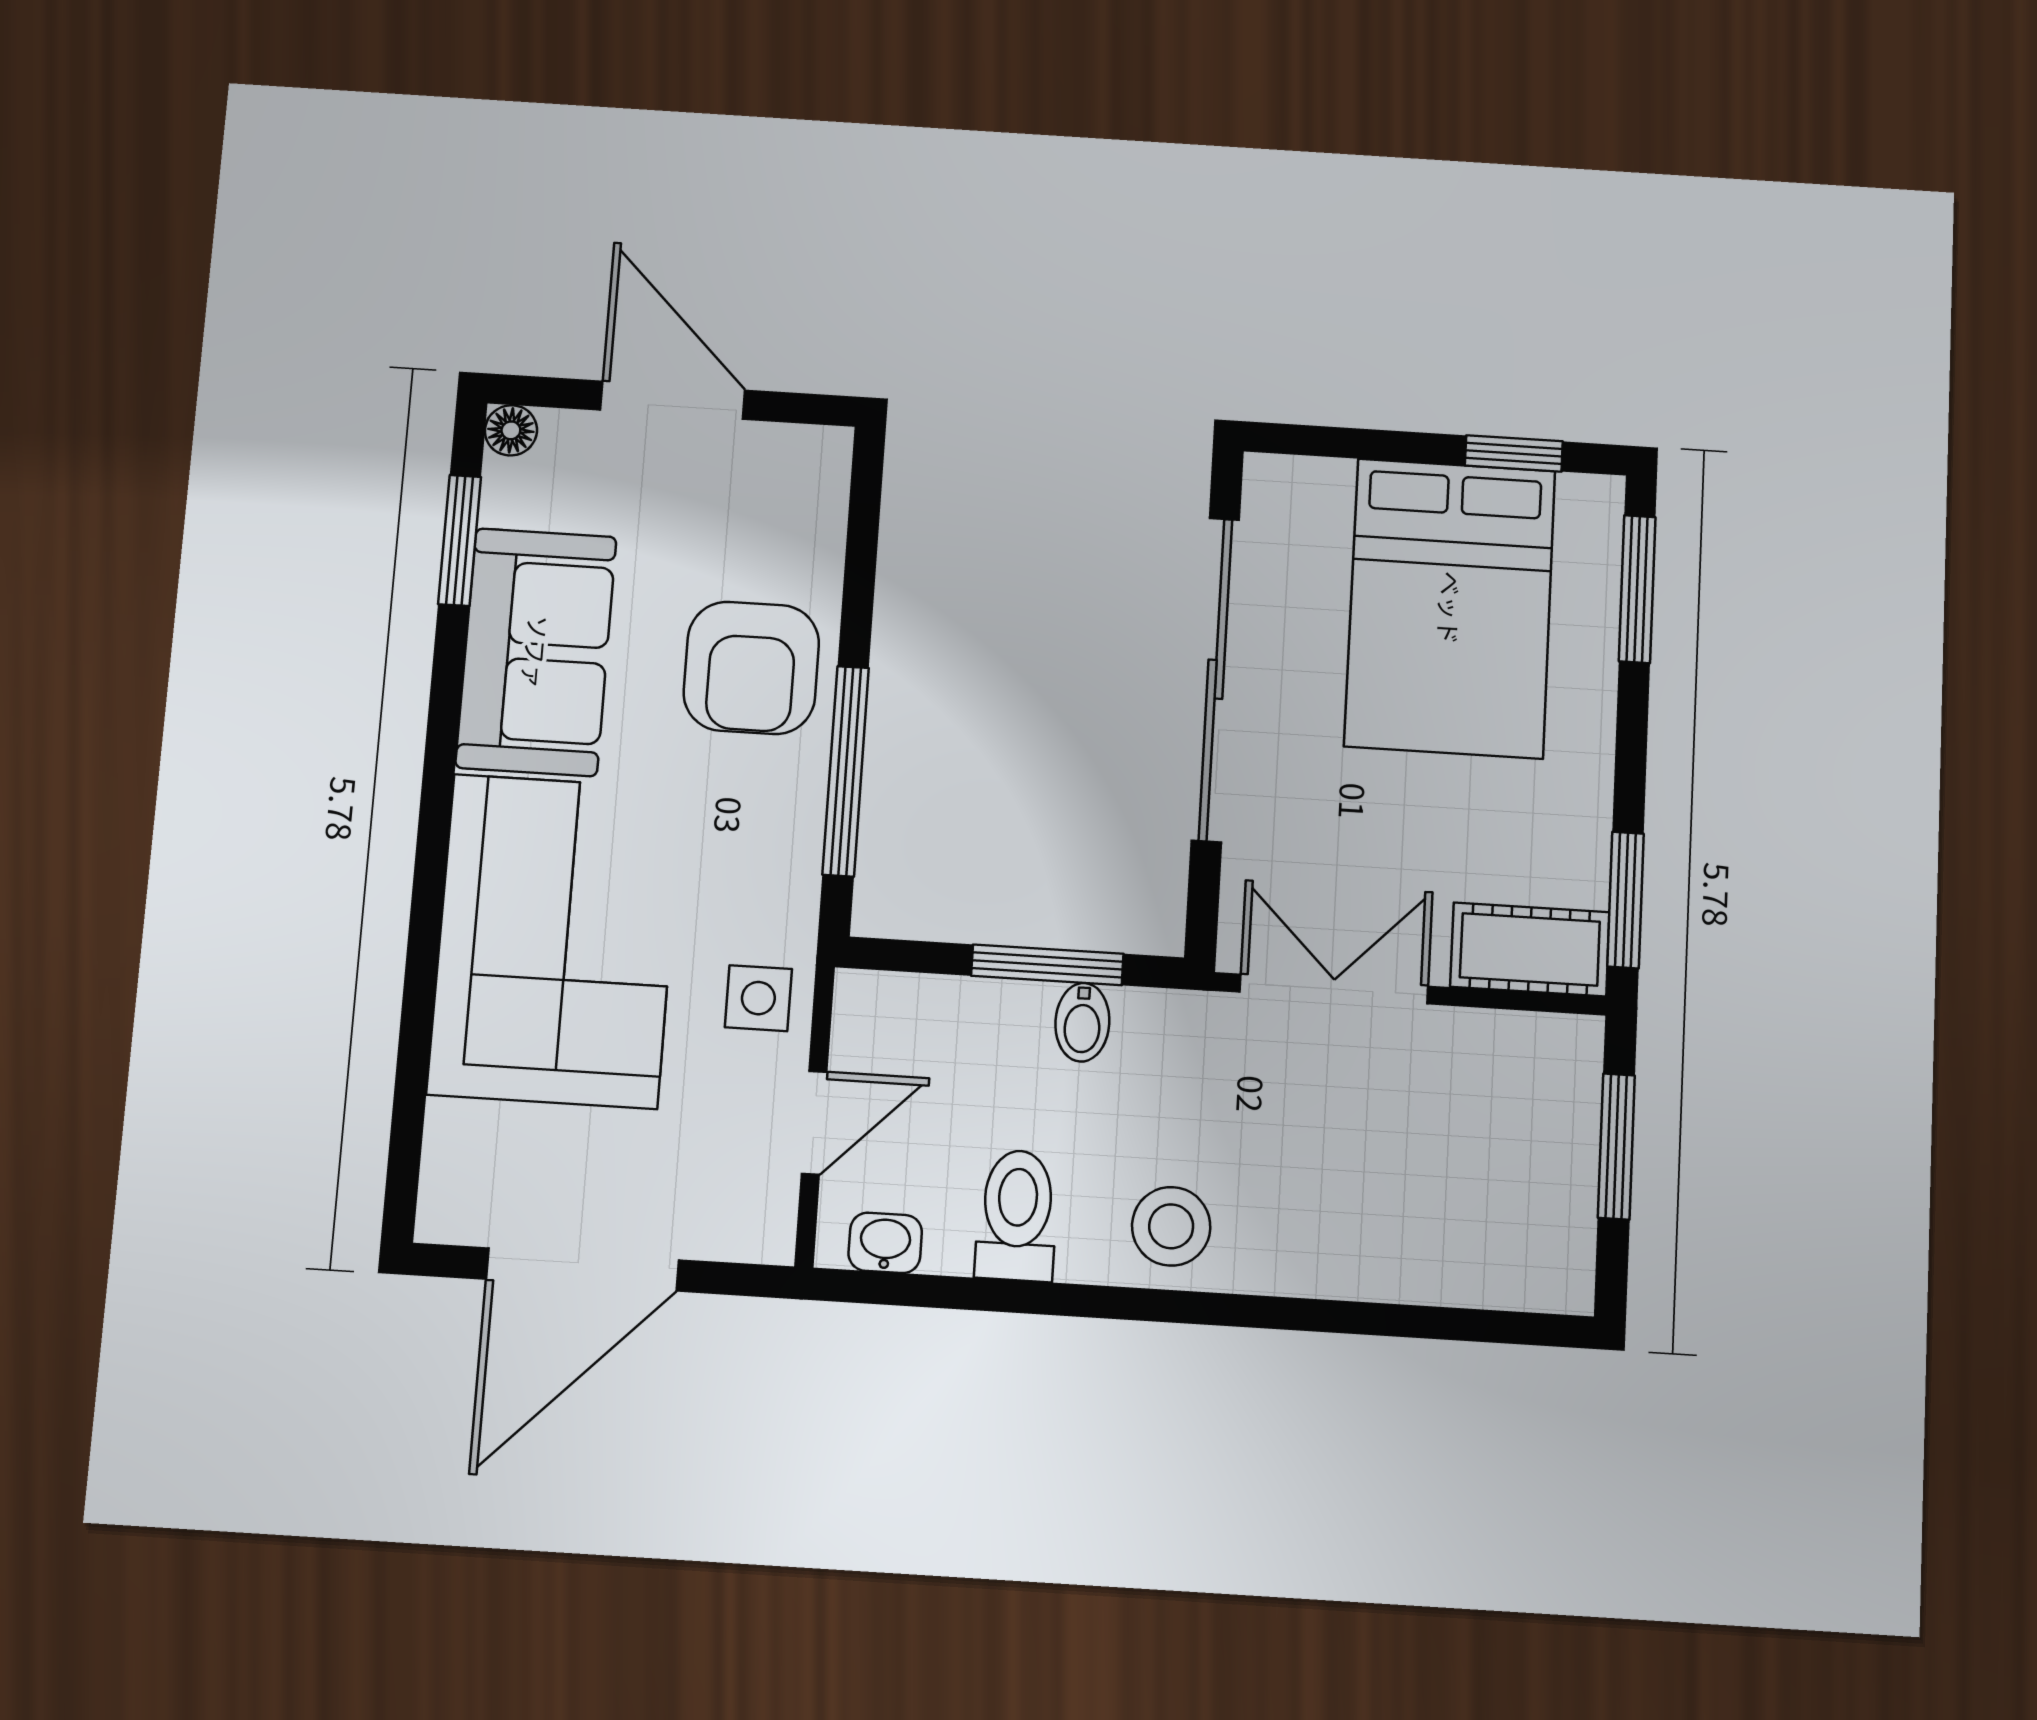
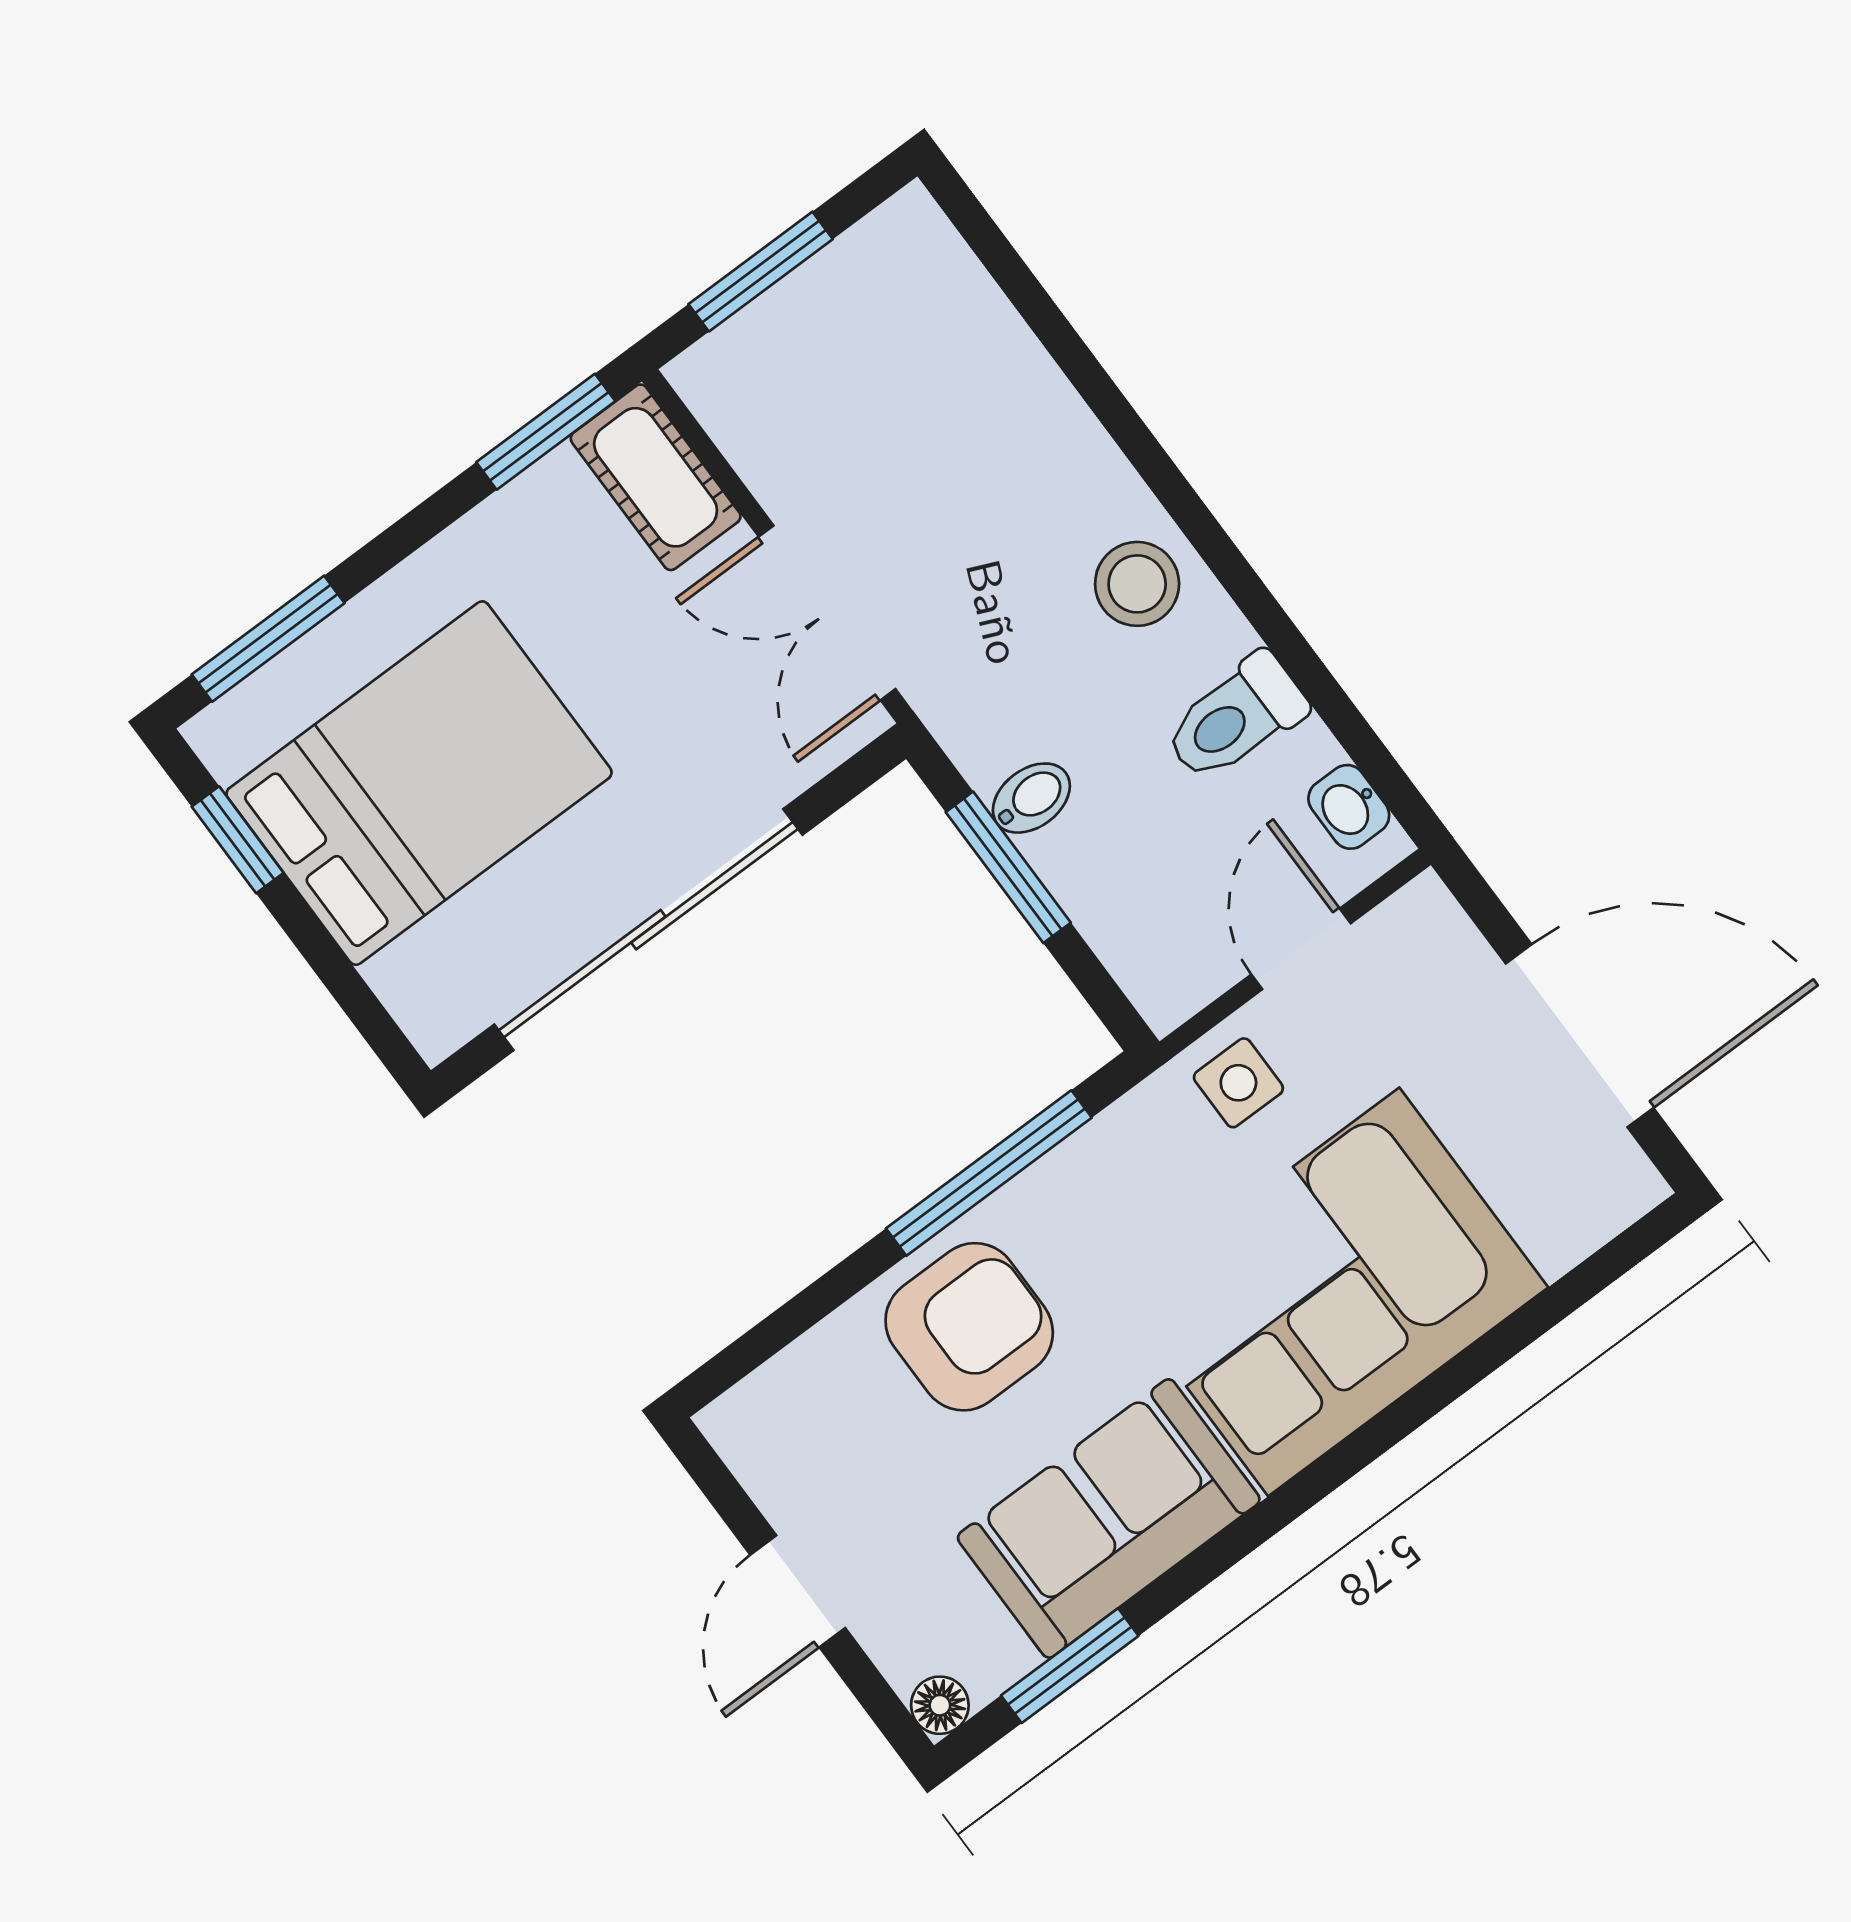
door: (673, 400) -> (798, 1591), width x0.73
door: (814, 1123) -> (1301, 949), hinge flipped

